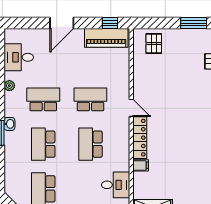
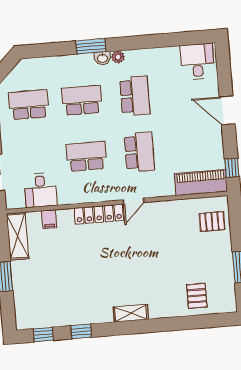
piano: (106, 38) -> (201, 182), moved, turned 90
desk: (19, 57) -> (197, 62), moved
plant: (9, 86) -> (118, 57), moved
filing cabinet: (141, 165) -> (49, 219), moved

